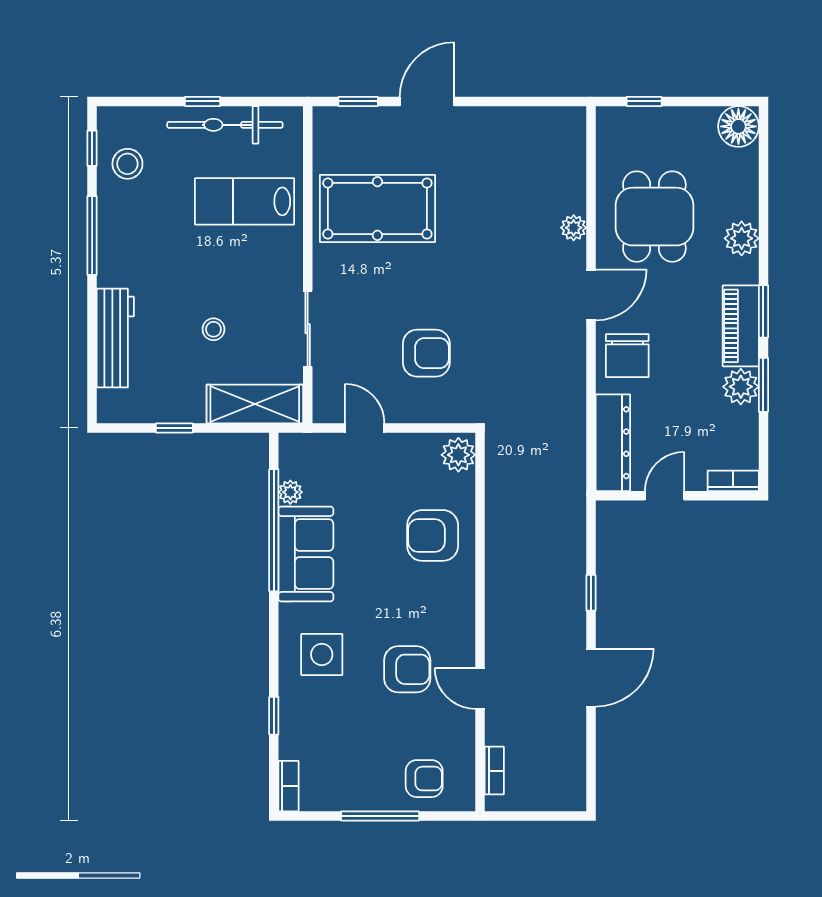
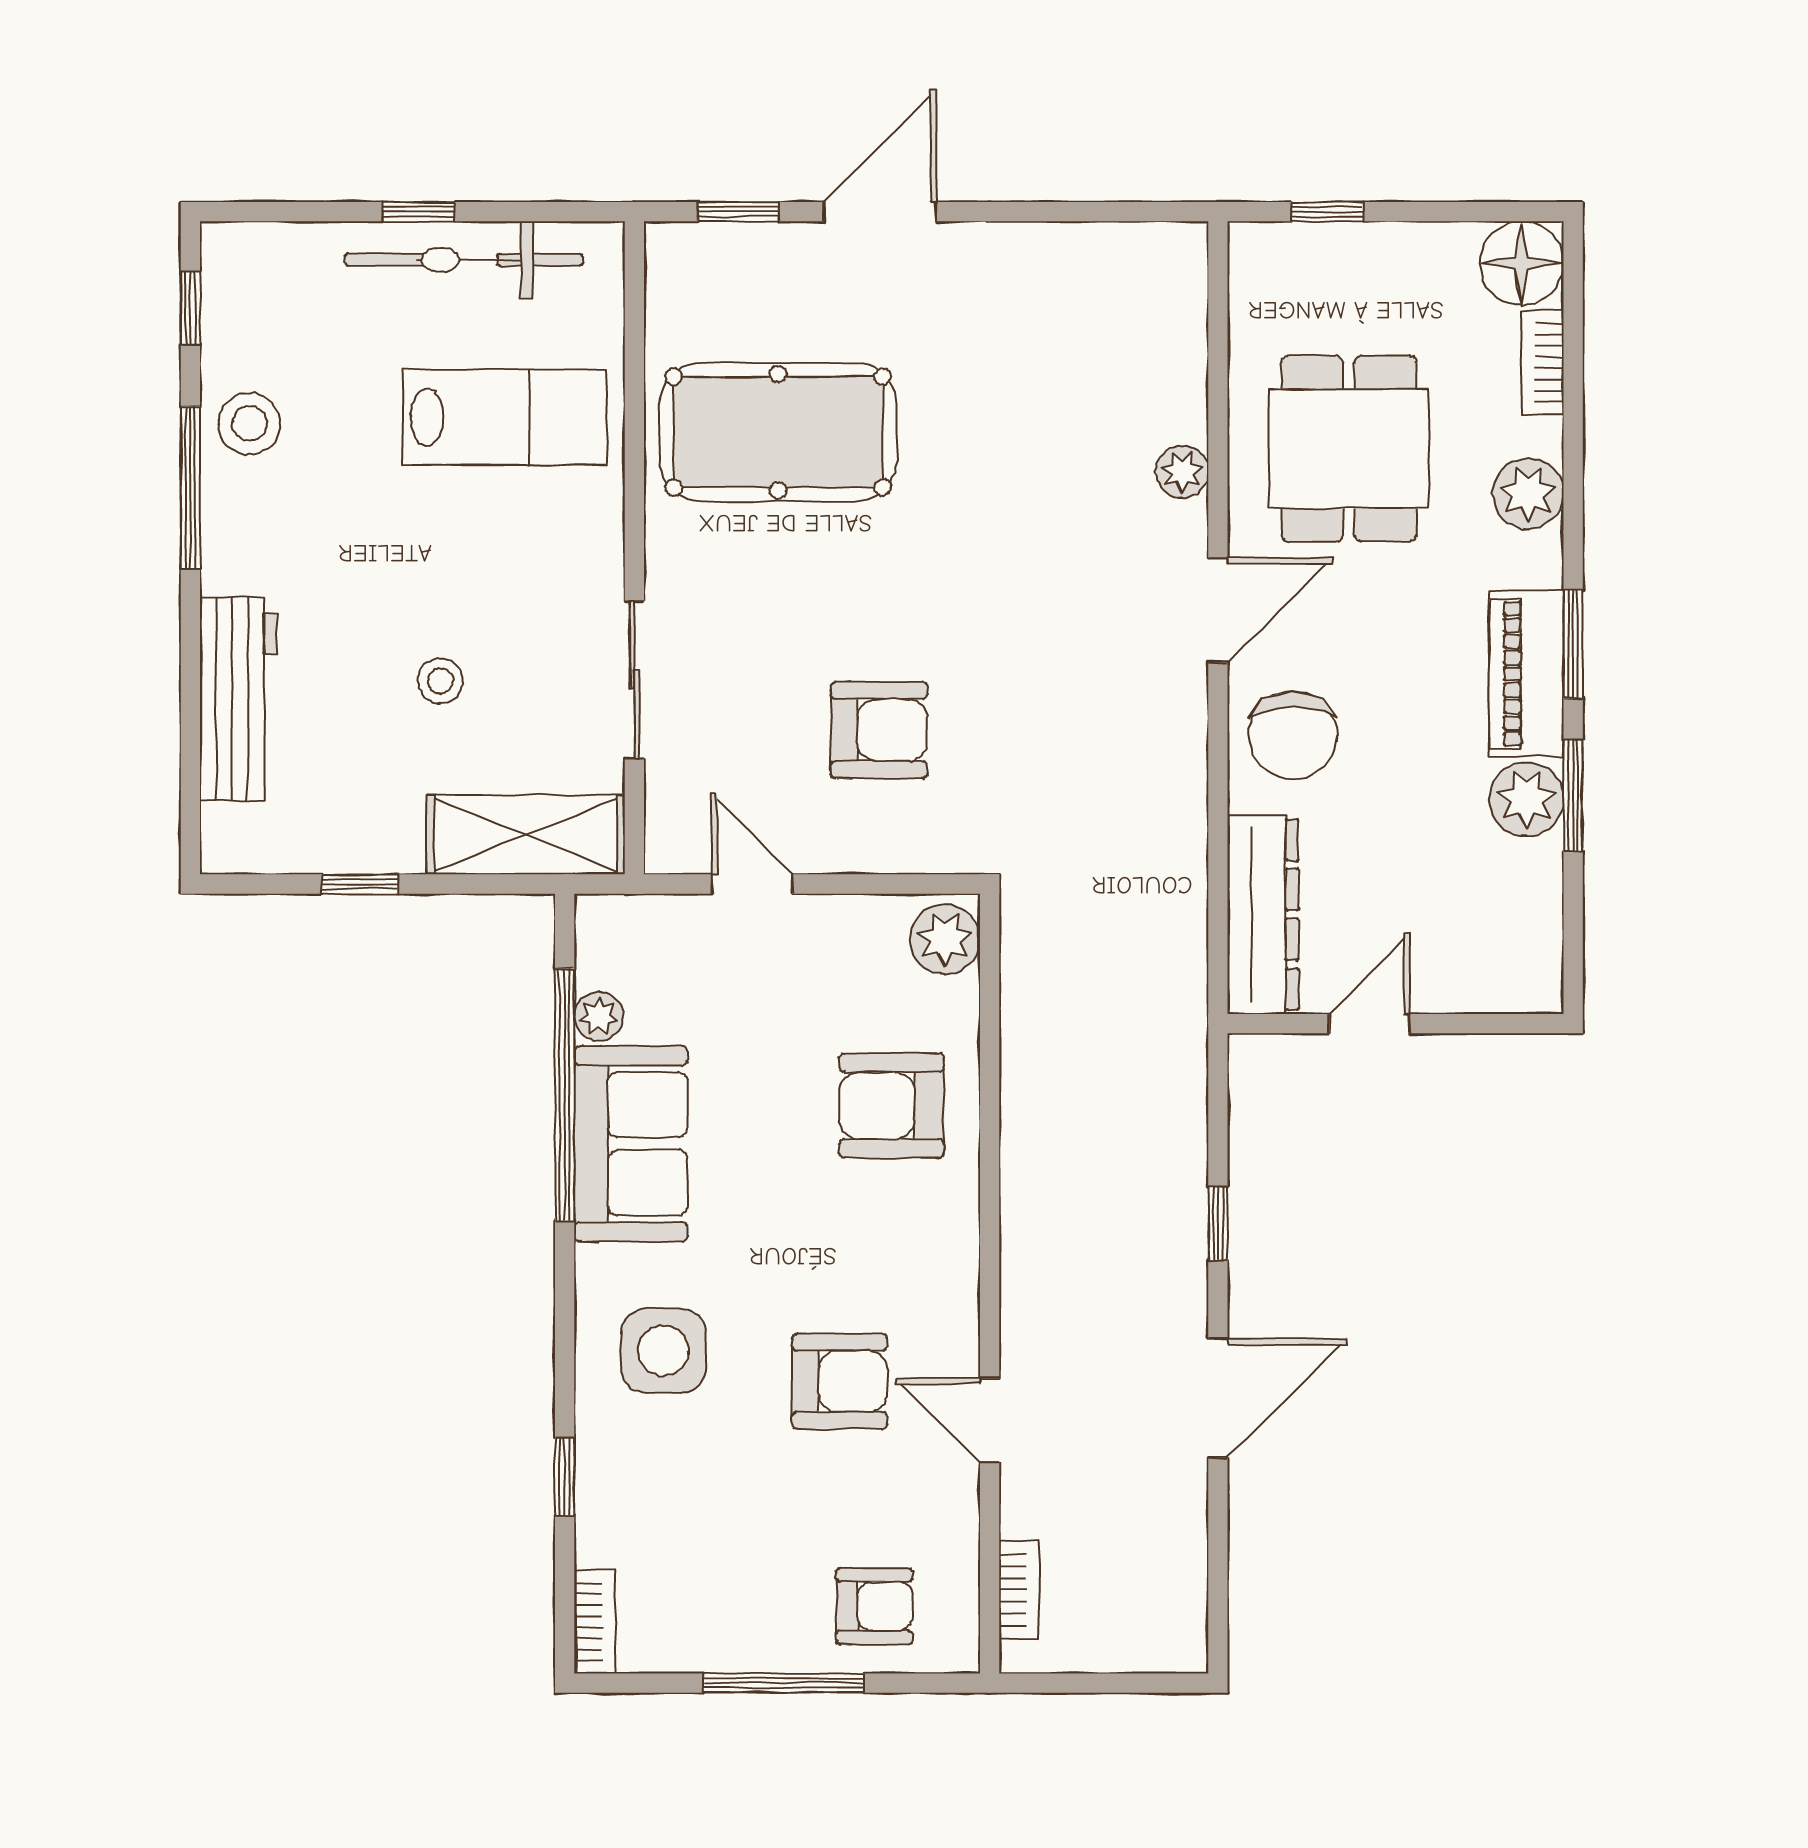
stool: (127, 164) -> (249, 424), moved
lab bench: (245, 201) -> (505, 417), turned 180
bookcase: (733, 481) -> (1543, 363), moved, turned -90

